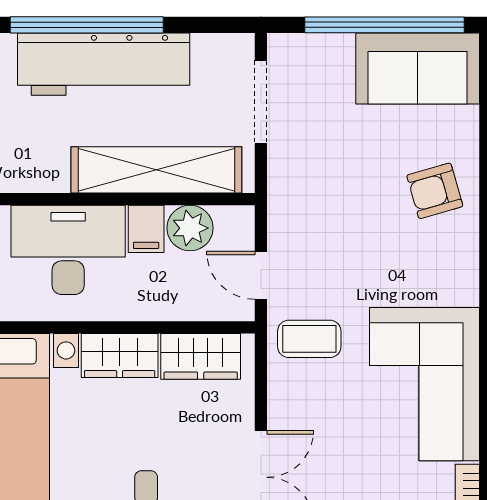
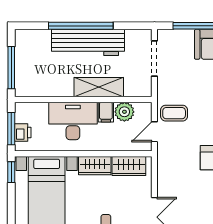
shelving: (156, 170) -> (99, 87), width x0.68
door: (261, 275) -> (154, 132), hinge flipped
coffee table: (309, 339) -> (174, 113), moved

